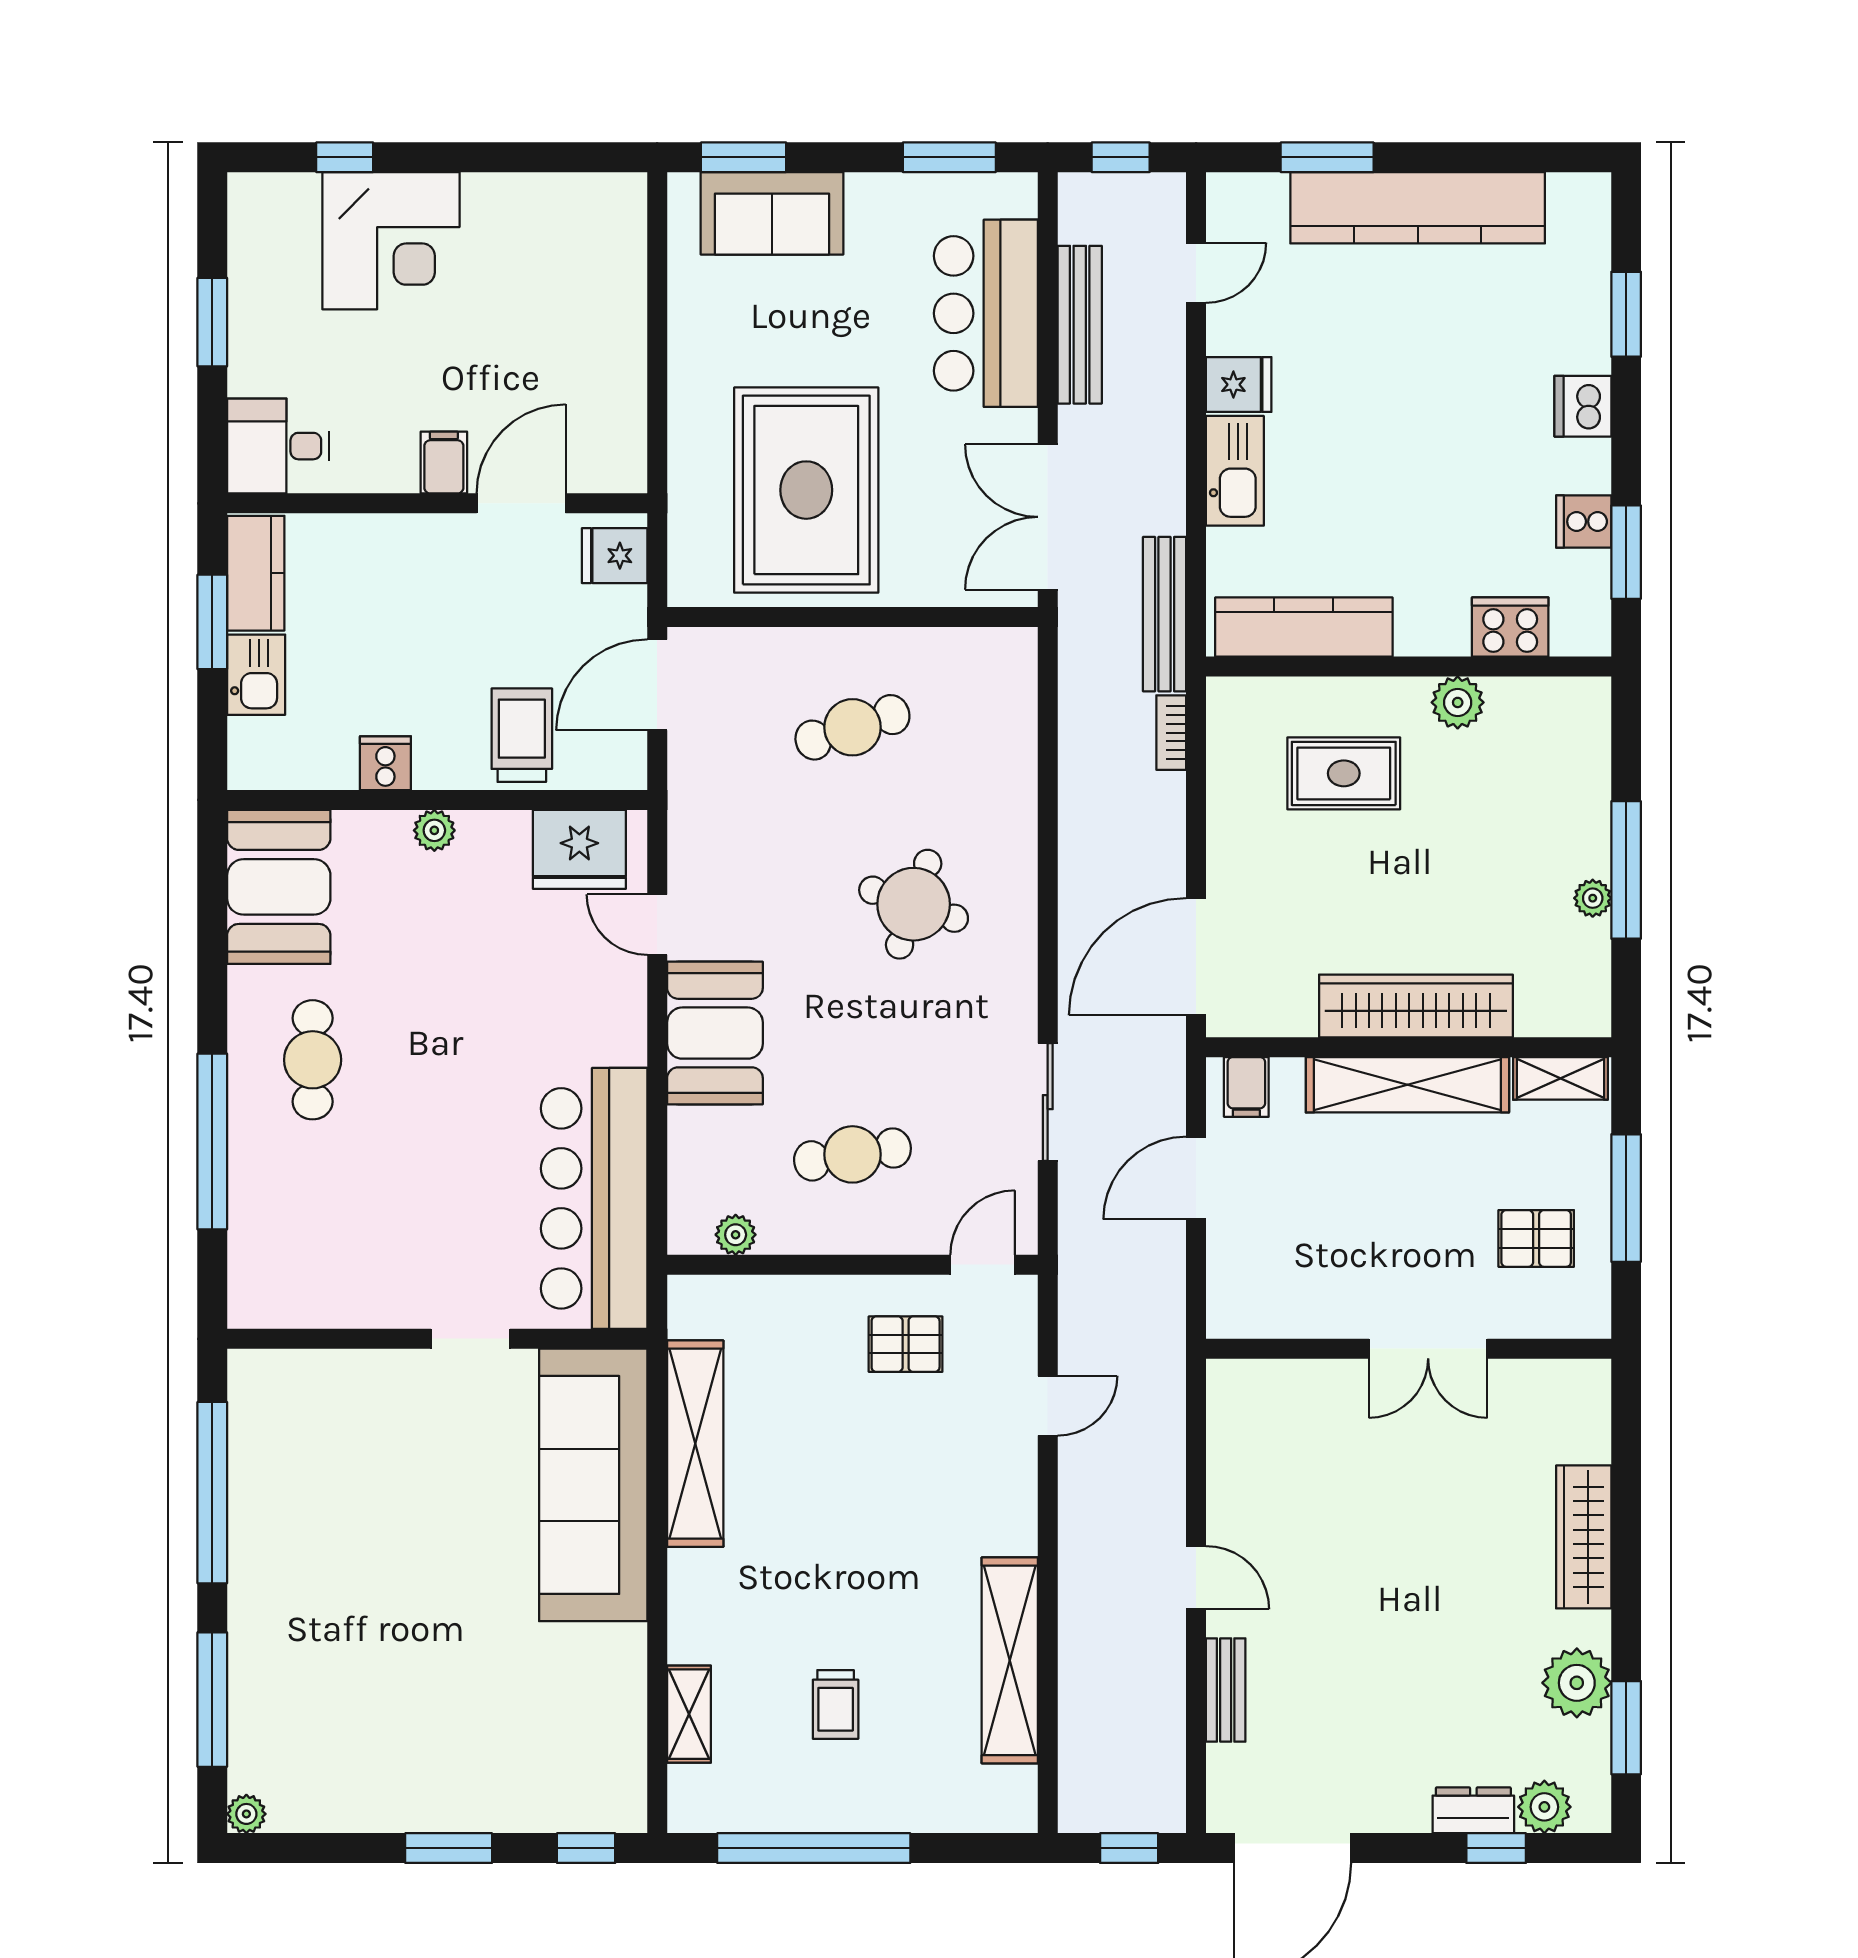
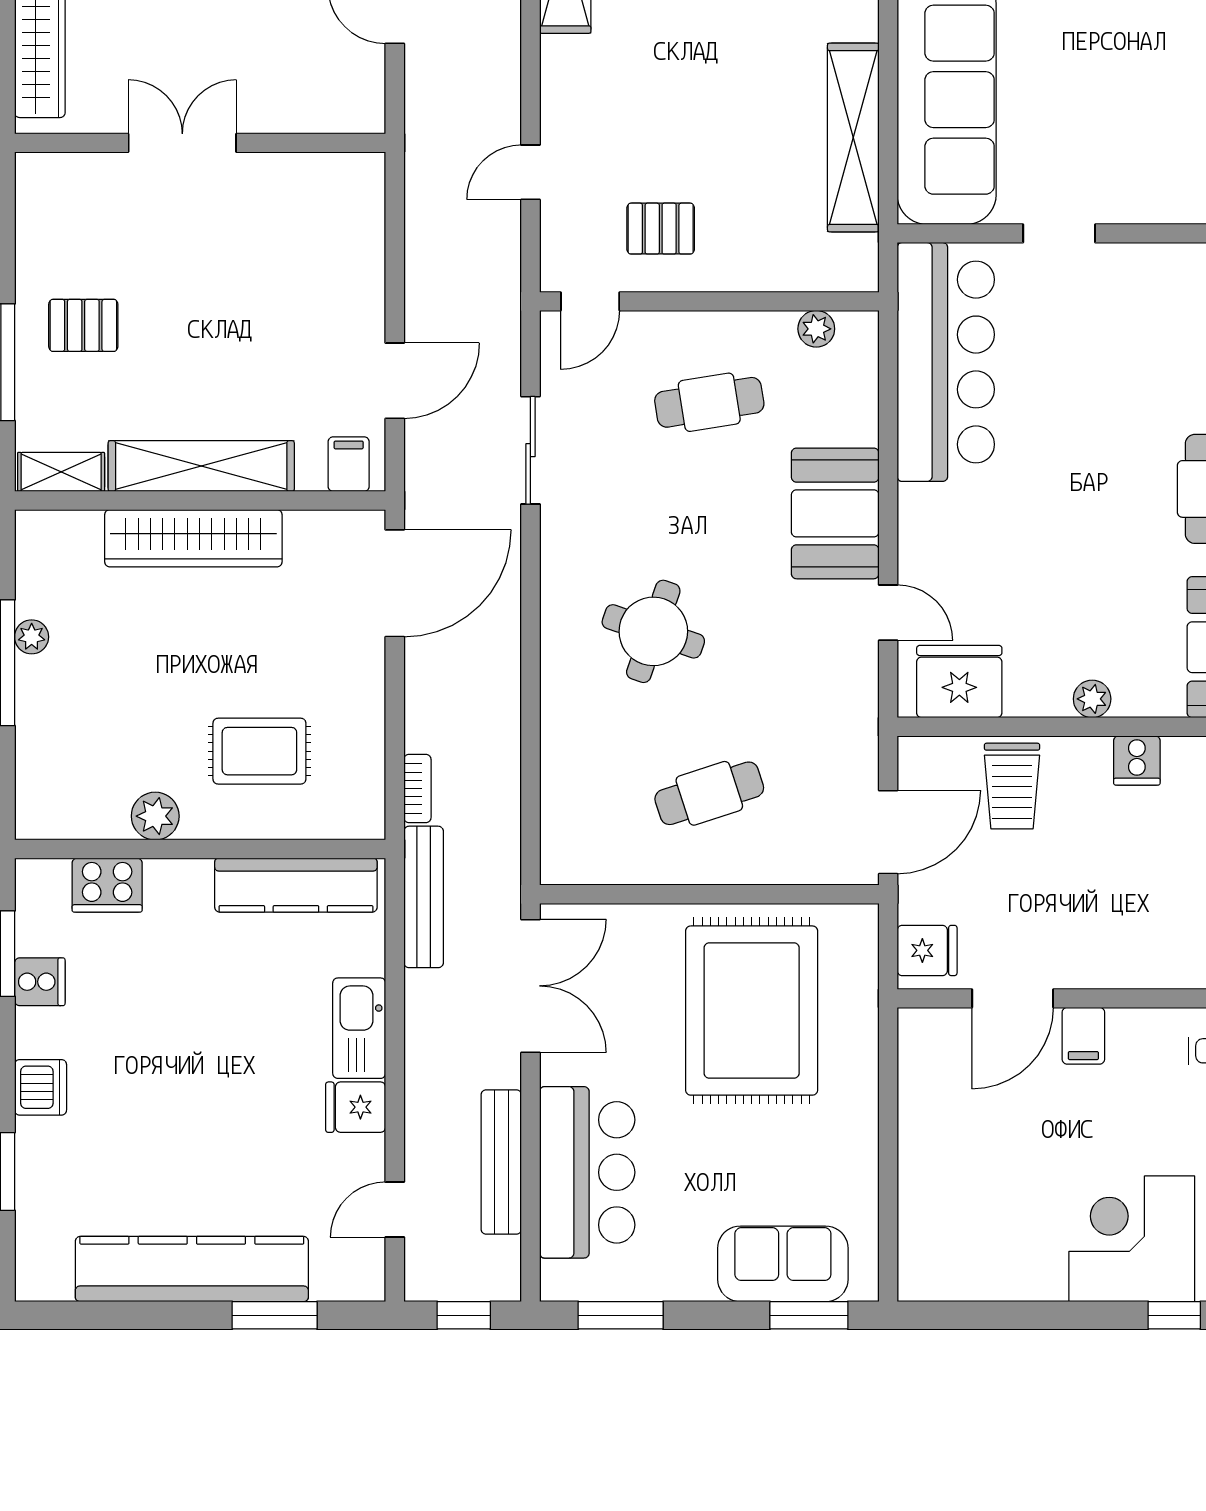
wall: (1409, 1349) -> (200, 143), moved
double door: (1428, 1349) -> (182, 143), moved

